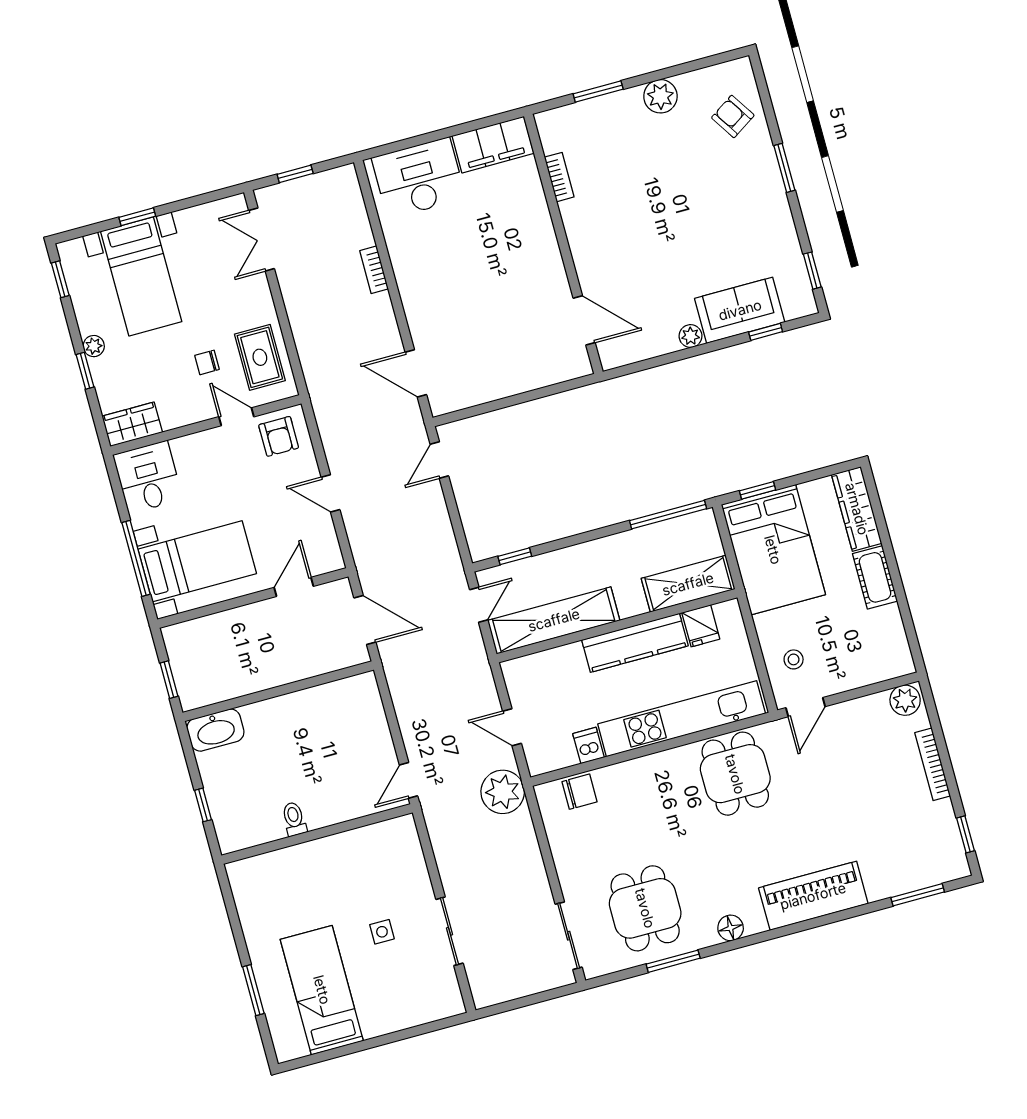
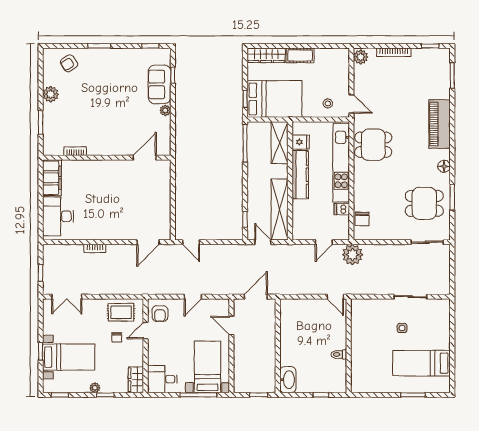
armchair: (279, 436) -> (160, 314), turned 90
chair: (580, 792) -> (362, 219), turned 180

